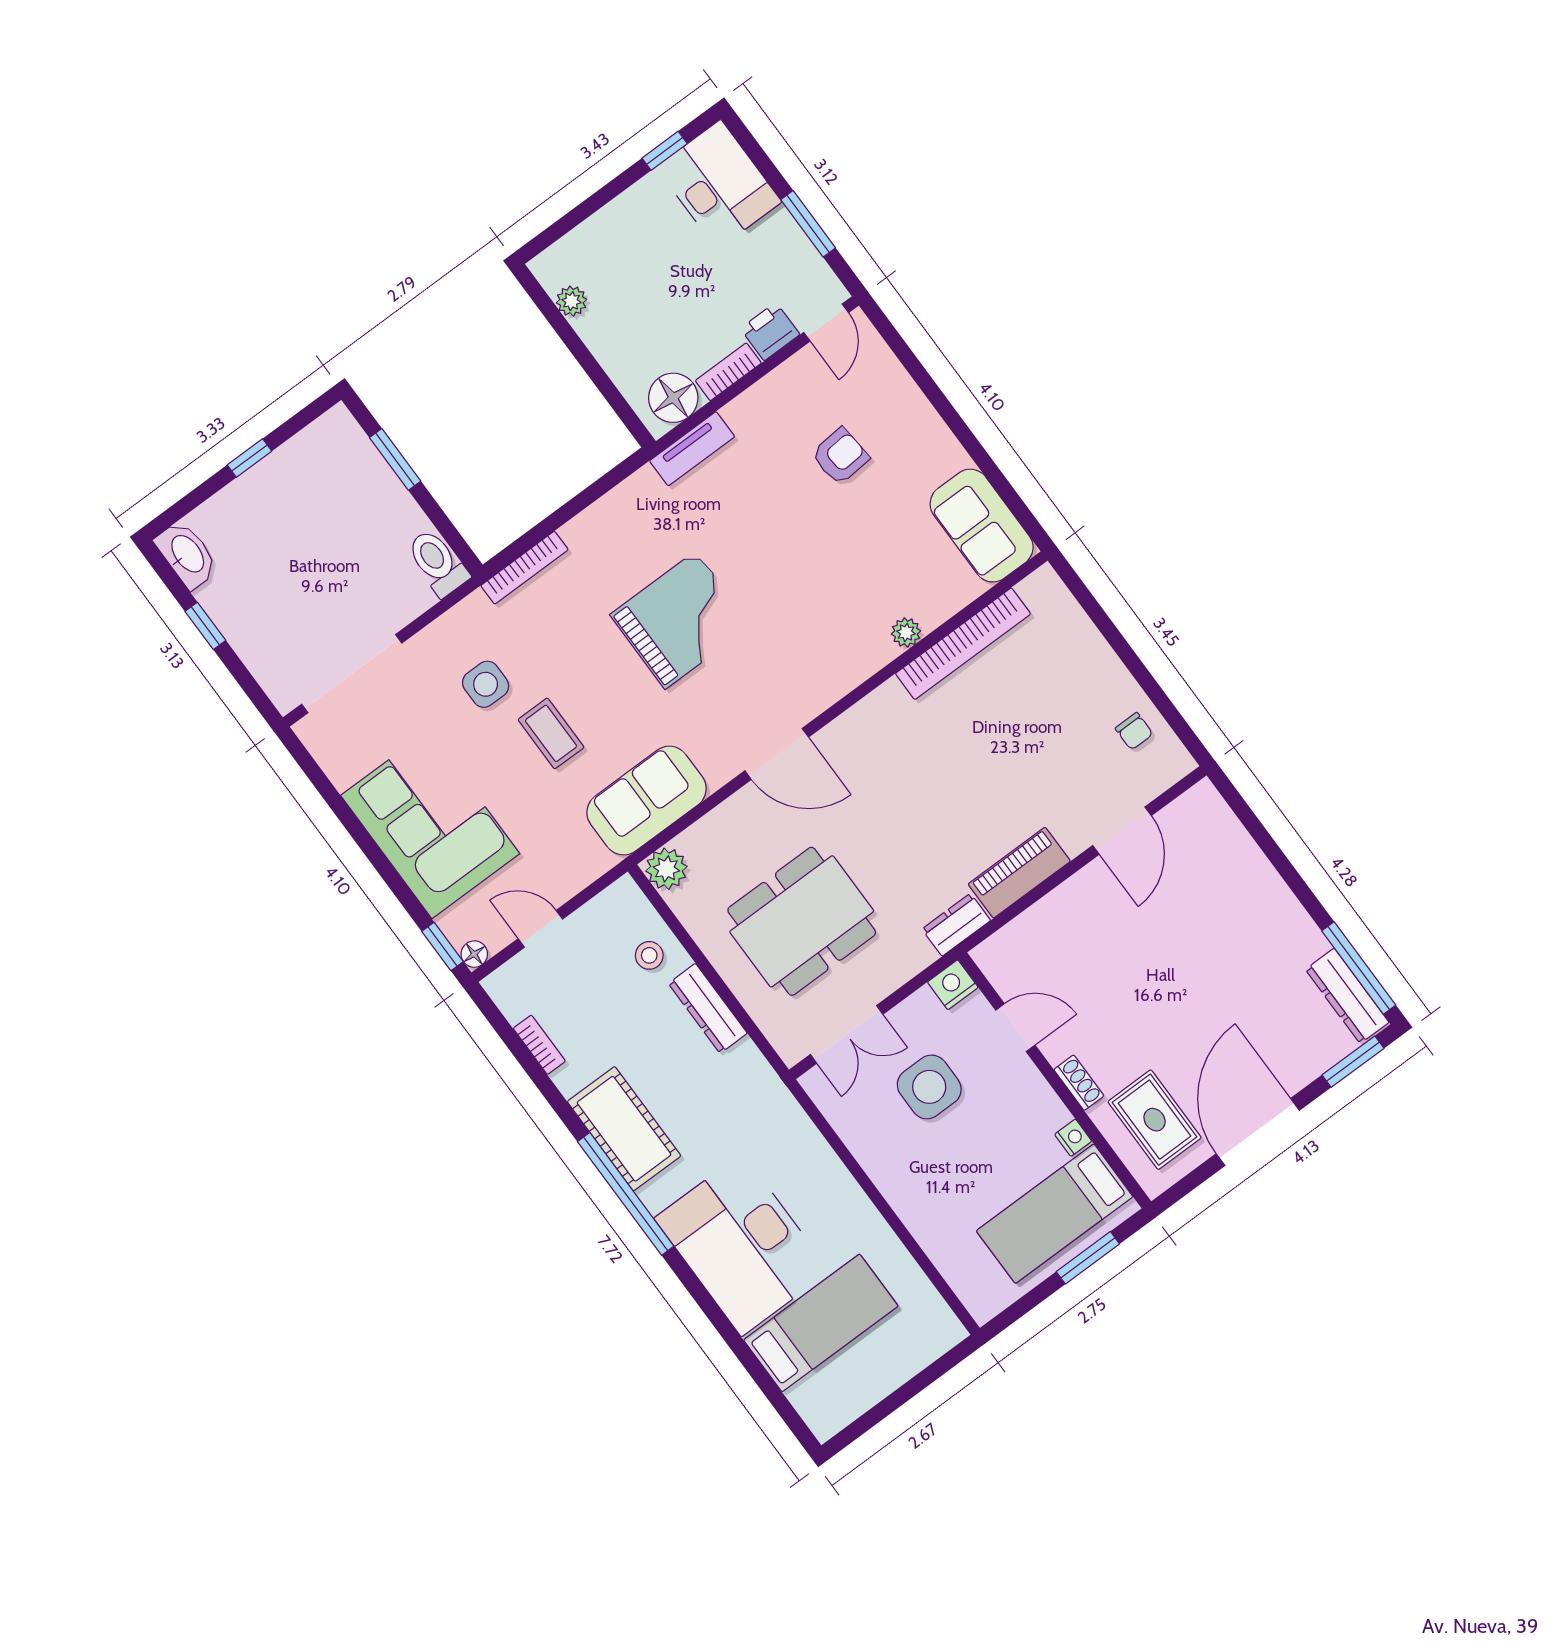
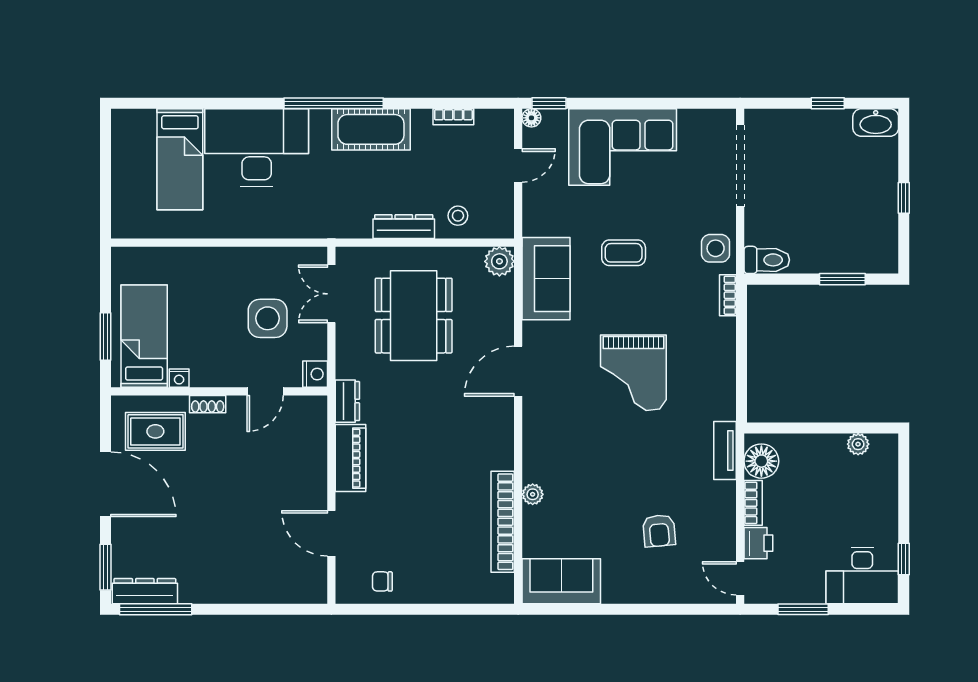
bookcase: (524, 568) -> (728, 295), width x0.64
side table: (486, 684) -> (716, 248), moved

